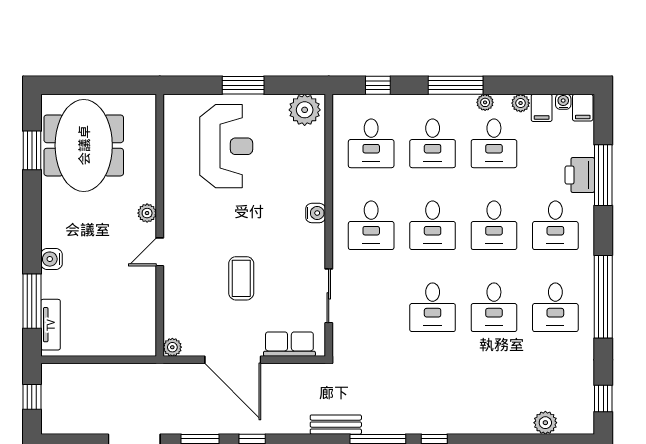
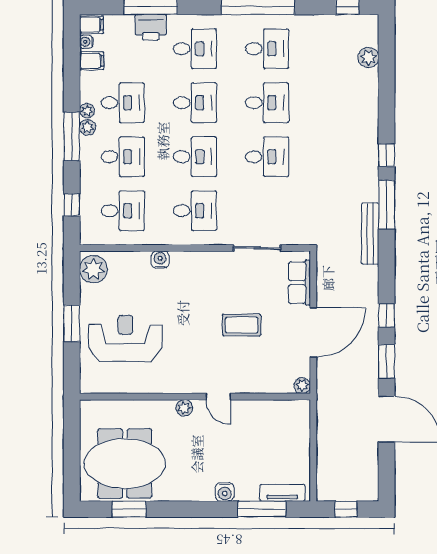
plant: (521, 103) -> (87, 127), moved
water cooler: (316, 213) -> (160, 260), moved
bench: (336, 425) -> (370, 234), width x1.36

